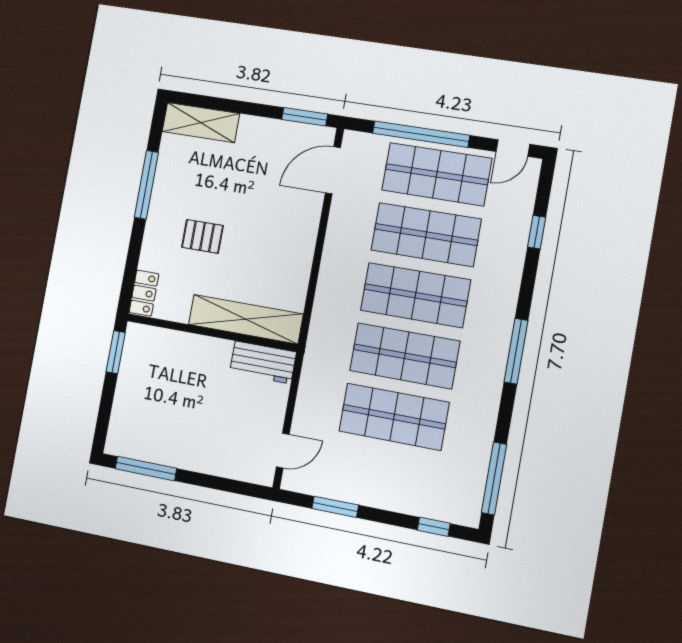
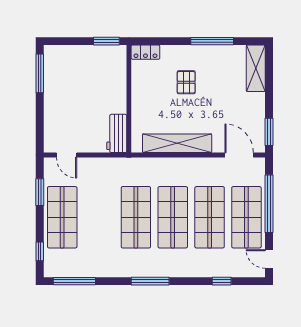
shelving: (246, 319) -> (177, 143), moved, turned 90
shop shelf: (394, 417) -> (62, 217), moved

